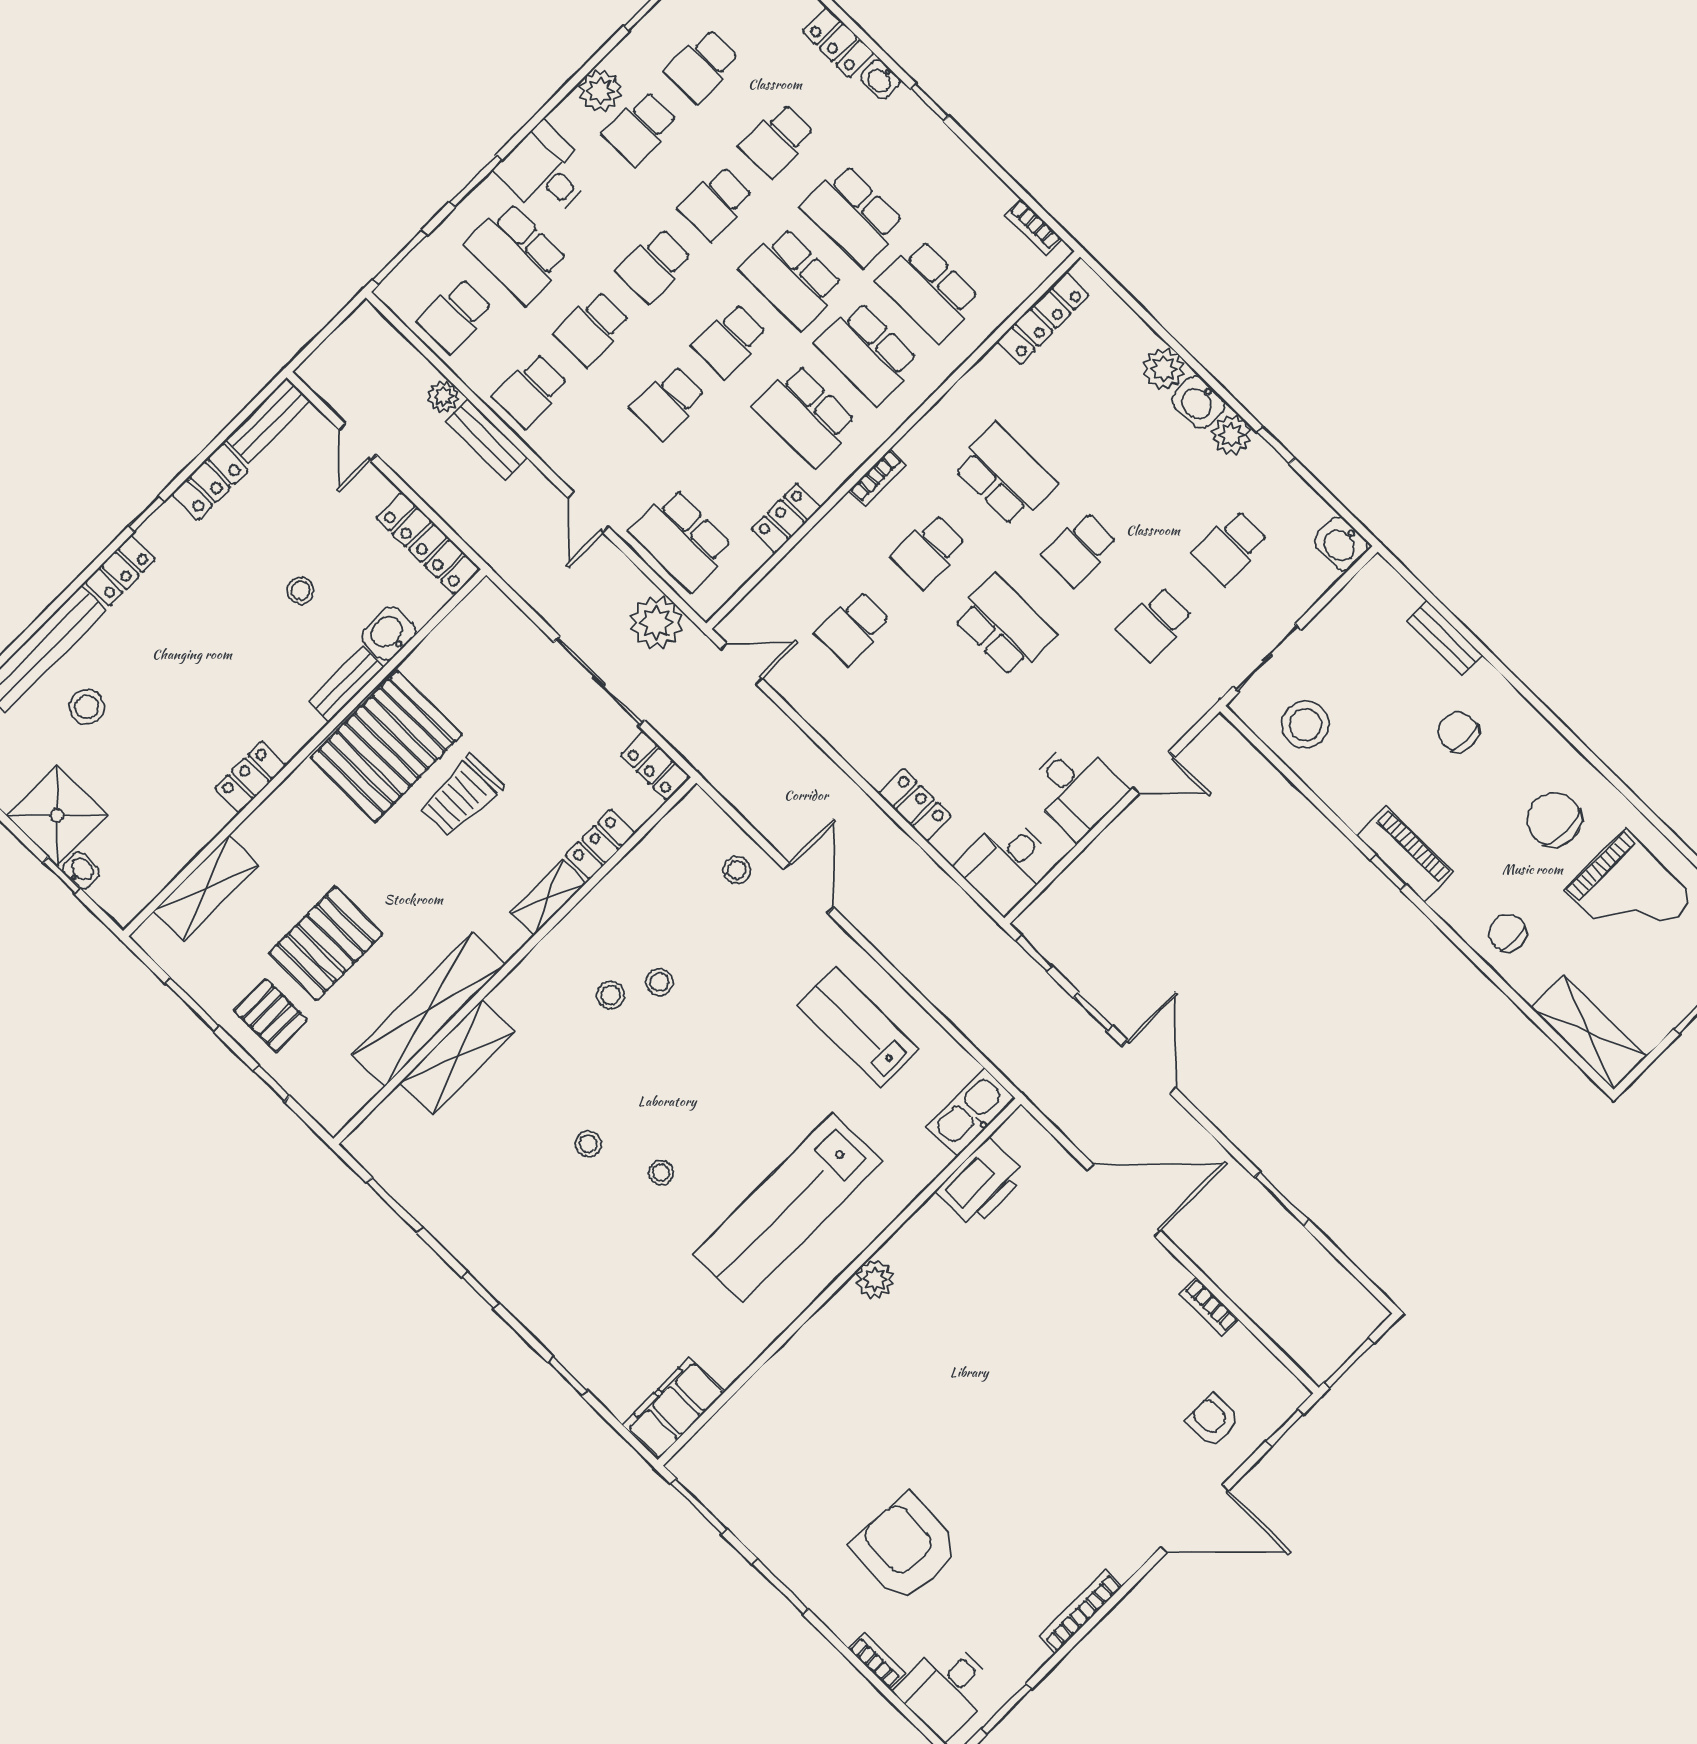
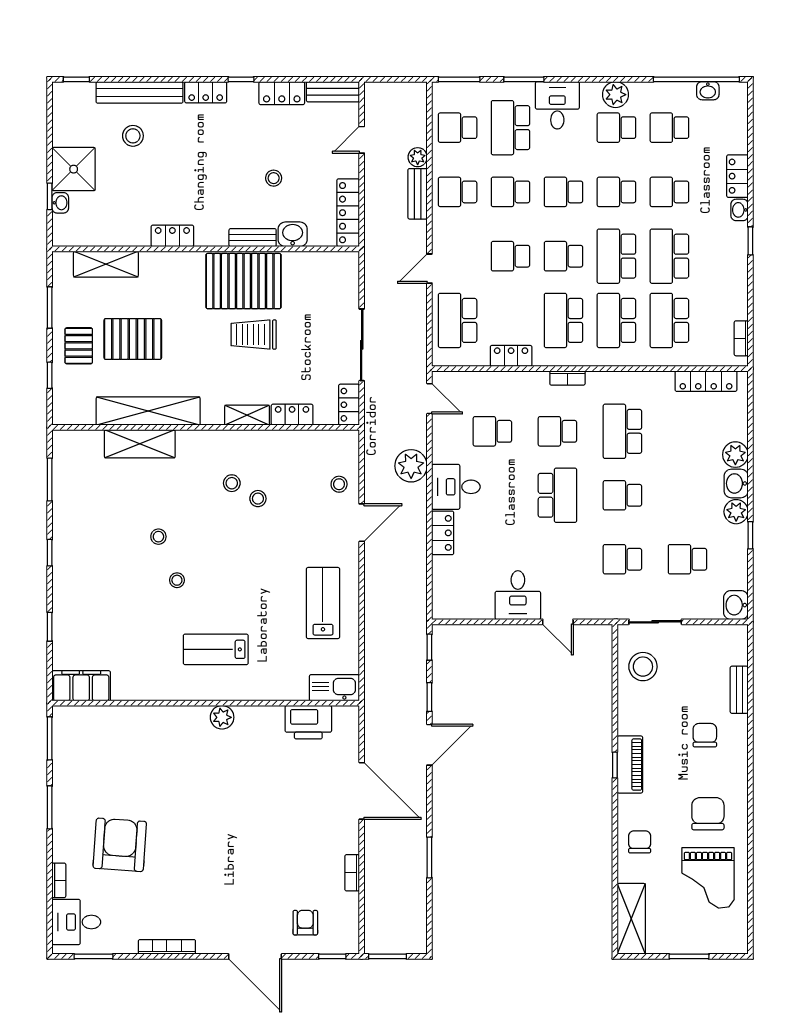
school desk: (1005, 475) -> (622, 431), turned 180
plant: (656, 623) -> (411, 466), moved
desk: (1006, 864) -> (456, 487), moved
lab bench: (788, 1207) -> (216, 649), width x0.54, depth x0.72

